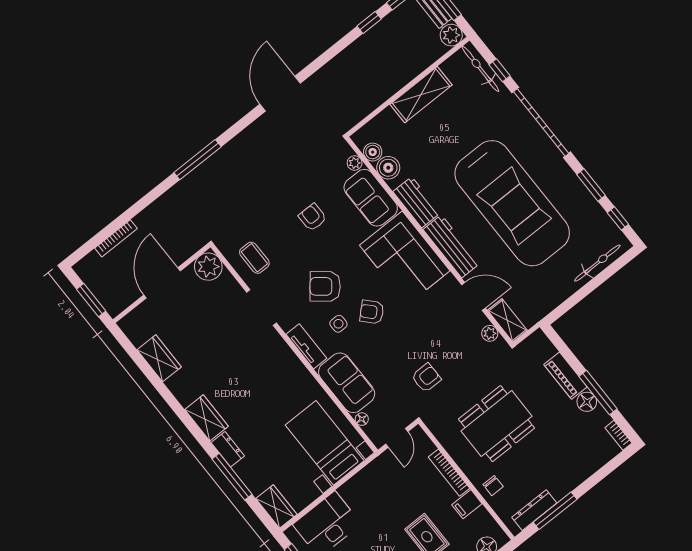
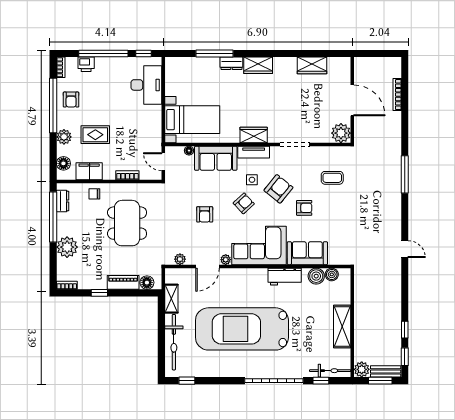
door: (280, 94) -> (405, 249), width x0.53
plant: (355, 163) -> (226, 260), moved
window: (591, 185) -> (217, 381), removed
armchair: (313, 217) -> (304, 208), moved
workbench: (451, 246) -> (245, 276), removed
coffee table: (254, 258) -> (332, 178), moved
bicycle: (597, 263) -> (174, 342), width x1.37, depth x1.40
window: (91, 300) -> (374, 54), removed
shelving: (507, 320) -> (171, 299), moved, turned 90
armchair: (426, 378) -> (205, 214), moved
window: (598, 393) -> (99, 293), width x0.46
floor lamp: (587, 402) -> (147, 283), moved
plant: (576, 469) -> (67, 247), added
bookcase: (449, 473) -> (127, 175), width x0.64
filing cabinet: (467, 504) -> (89, 171), width x2.00
wardrobe: (276, 506) -> (254, 135), moved, turned 180
dresser: (534, 510) -> (63, 201), width x0.70
window: (555, 511) -> (53, 217), width x1.46

